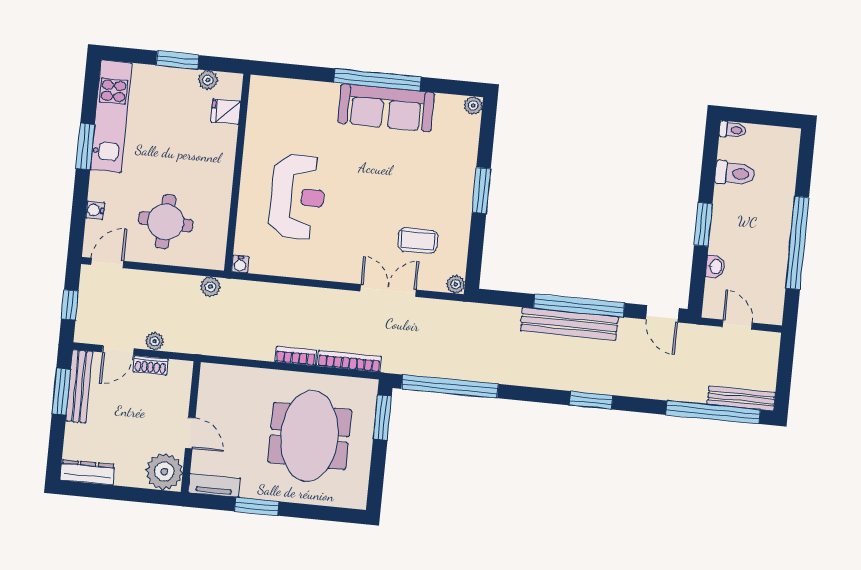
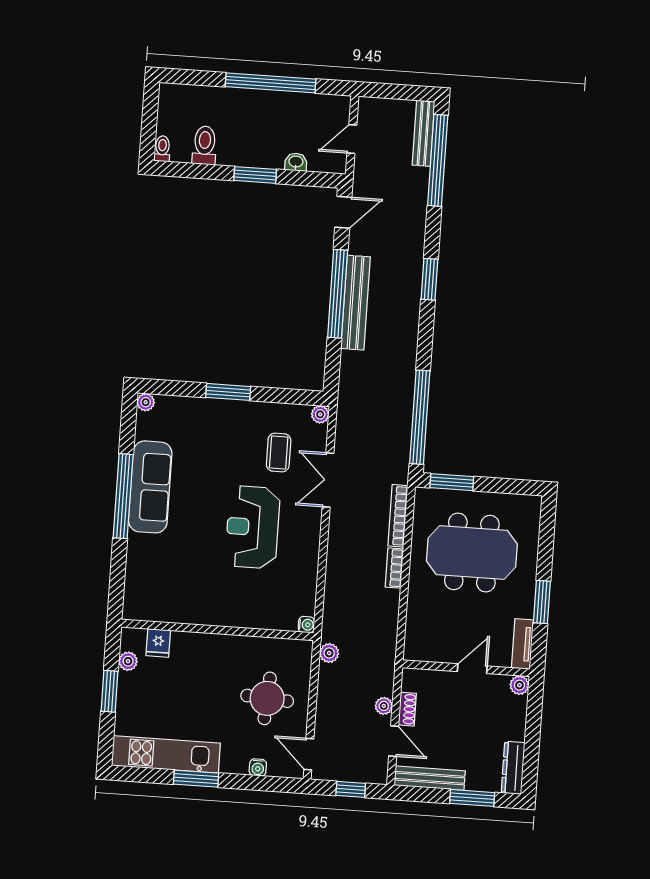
reception desk: (297, 197) -> (253, 527), moved, turned -90
window: (61, 392) -> (472, 798), moved
plant: (164, 472) -> (519, 685), width x0.53, depth x0.53

